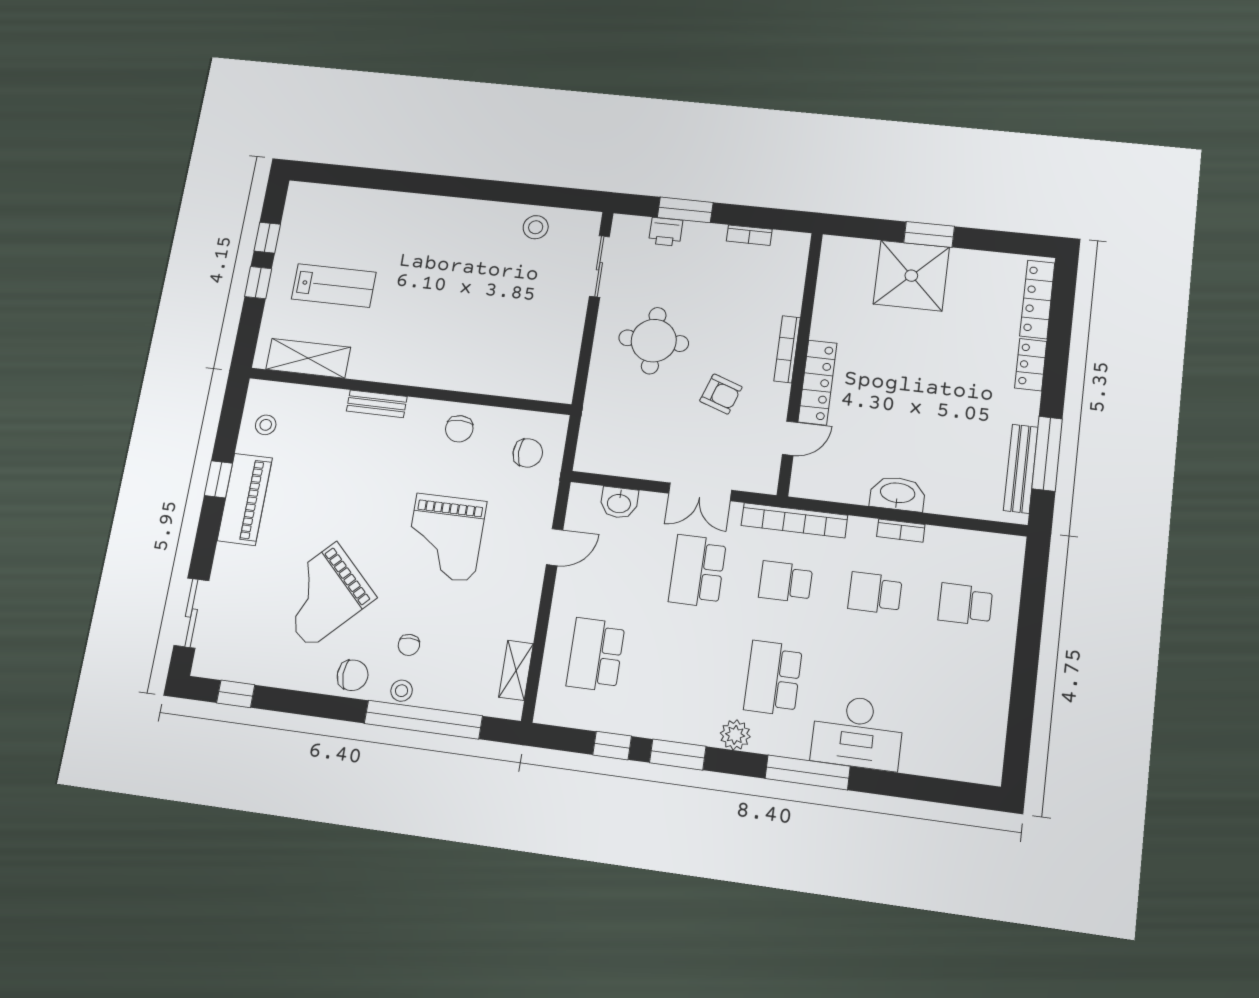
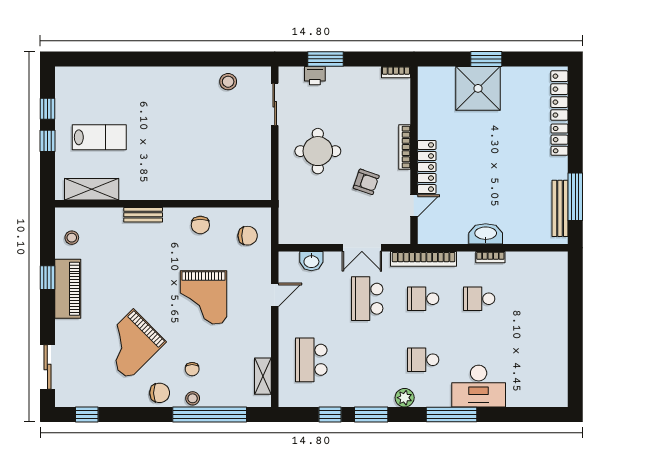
bookcase: (749, 235) -> (396, 72), moved
school desk: (965, 604) -> (535, 299), removed
school desk: (773, 678) -> (423, 360), width x0.54

